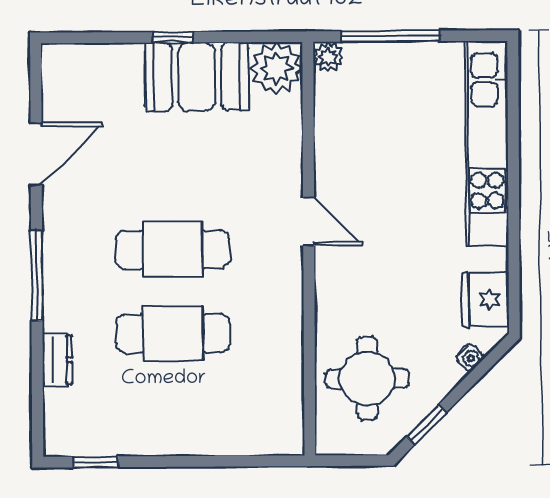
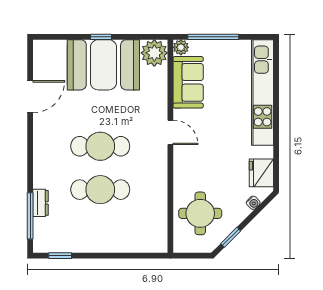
booth: (197, 77) -> (103, 65), width x1.36, depth x1.42
sofa: (342, 125) -> (188, 82), added
window: (37, 276) -> (30, 216), moved

